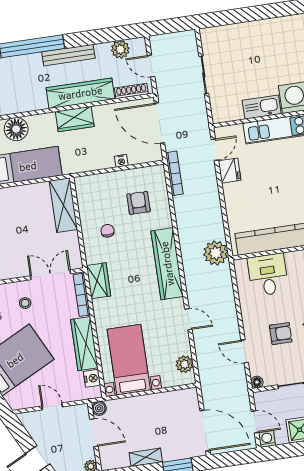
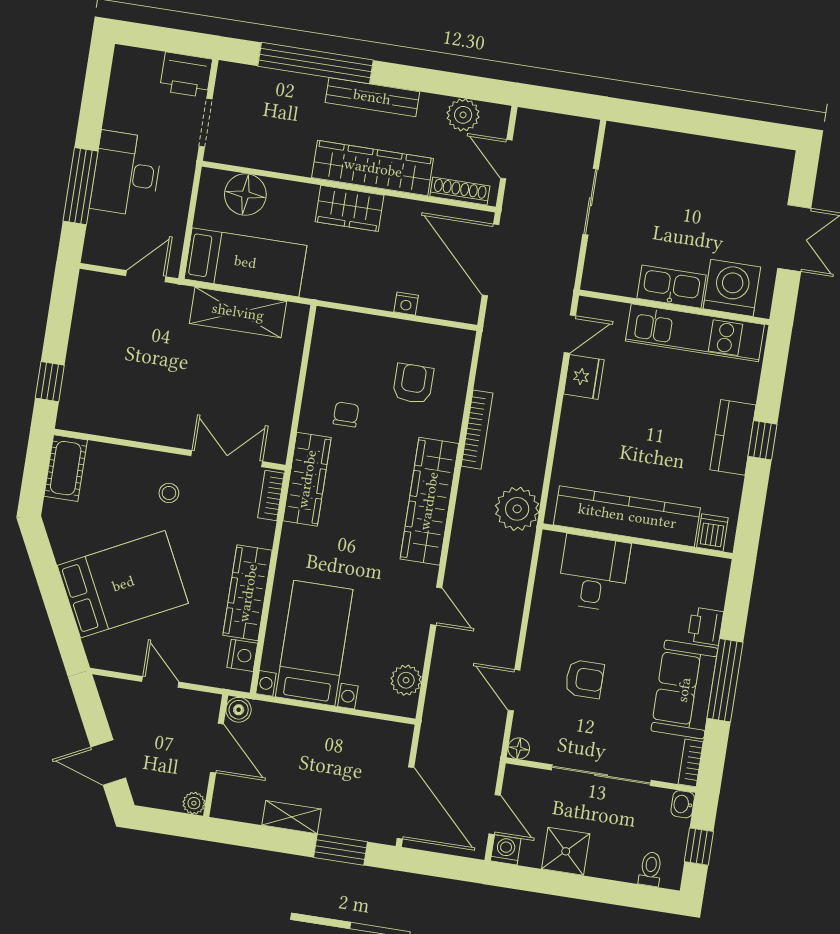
bookcase: (174, 173) -> (477, 430), moved
shelving: (63, 205) -> (238, 312), moved, turned 90
wardrobe: (99, 281) -> (307, 479), width x1.50
bookcase: (82, 295) -> (271, 496), width x0.64

